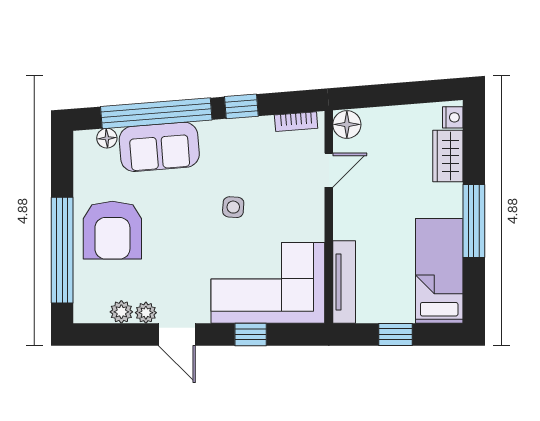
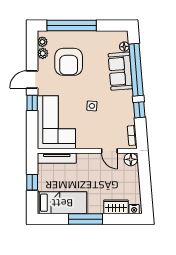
armchair: (112, 230) -> (69, 62), moved, turned -90
plant: (146, 313) -> (42, 42), moved
window: (251, 334) -> (32, 103), moved

